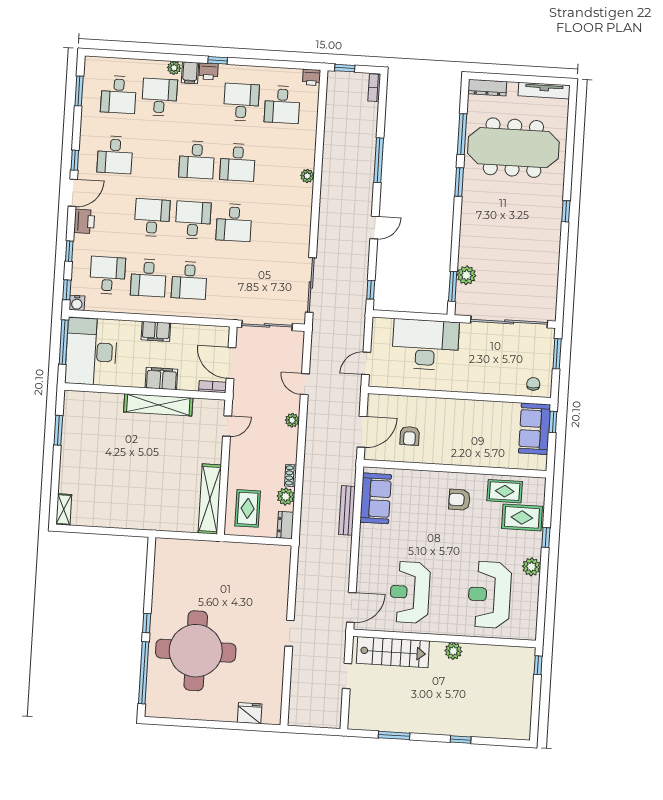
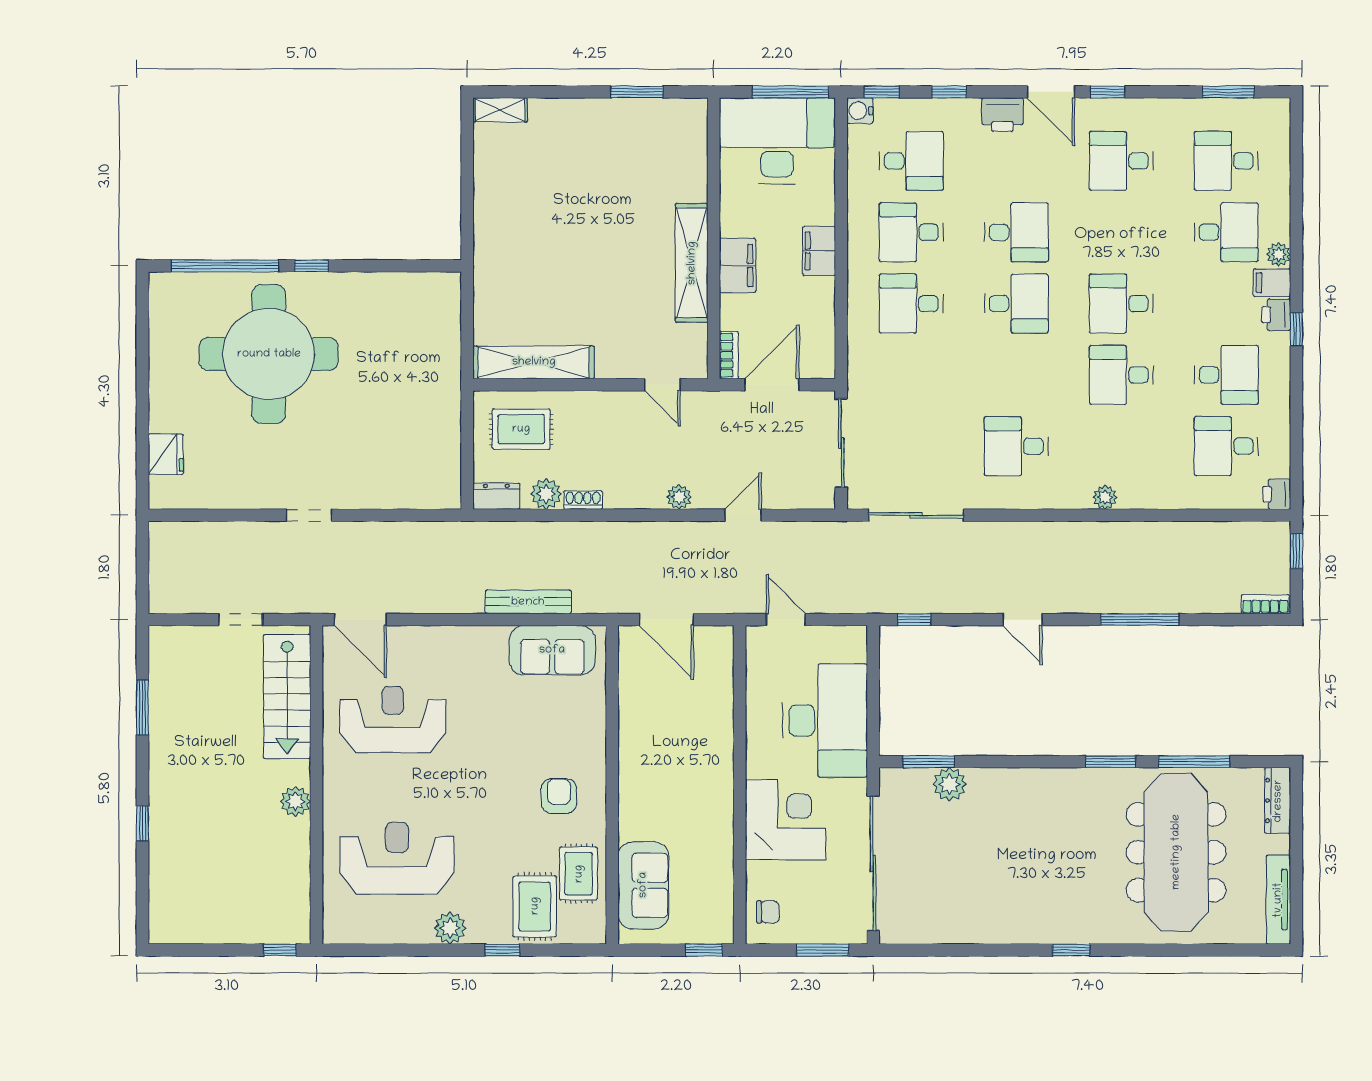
desk: (234, 223) -> (1016, 446), moved
corner desk: (481, 370) -> (786, 820), added
sofa: (535, 429) -> (643, 885), moved, turned 90
armchair: (410, 436) -> (665, 703), removed

